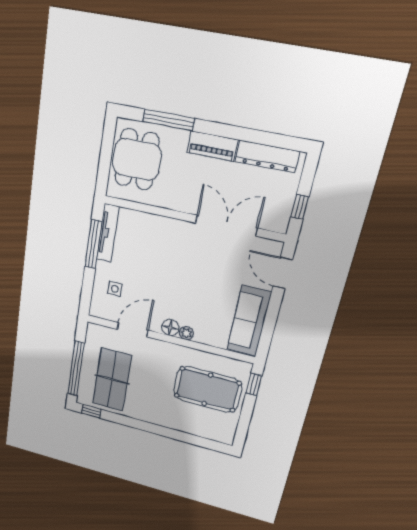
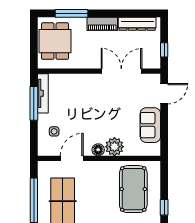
door: (283, 273) -> (164, 94), swing flipped
sofa: (249, 321) -> (150, 125), width x0.73
plant: (186, 333) -> (114, 147), width x1.87, depth x1.87
window: (254, 384) -> (164, 207), moved
pool table: (207, 389) -> (133, 189), turned 90

